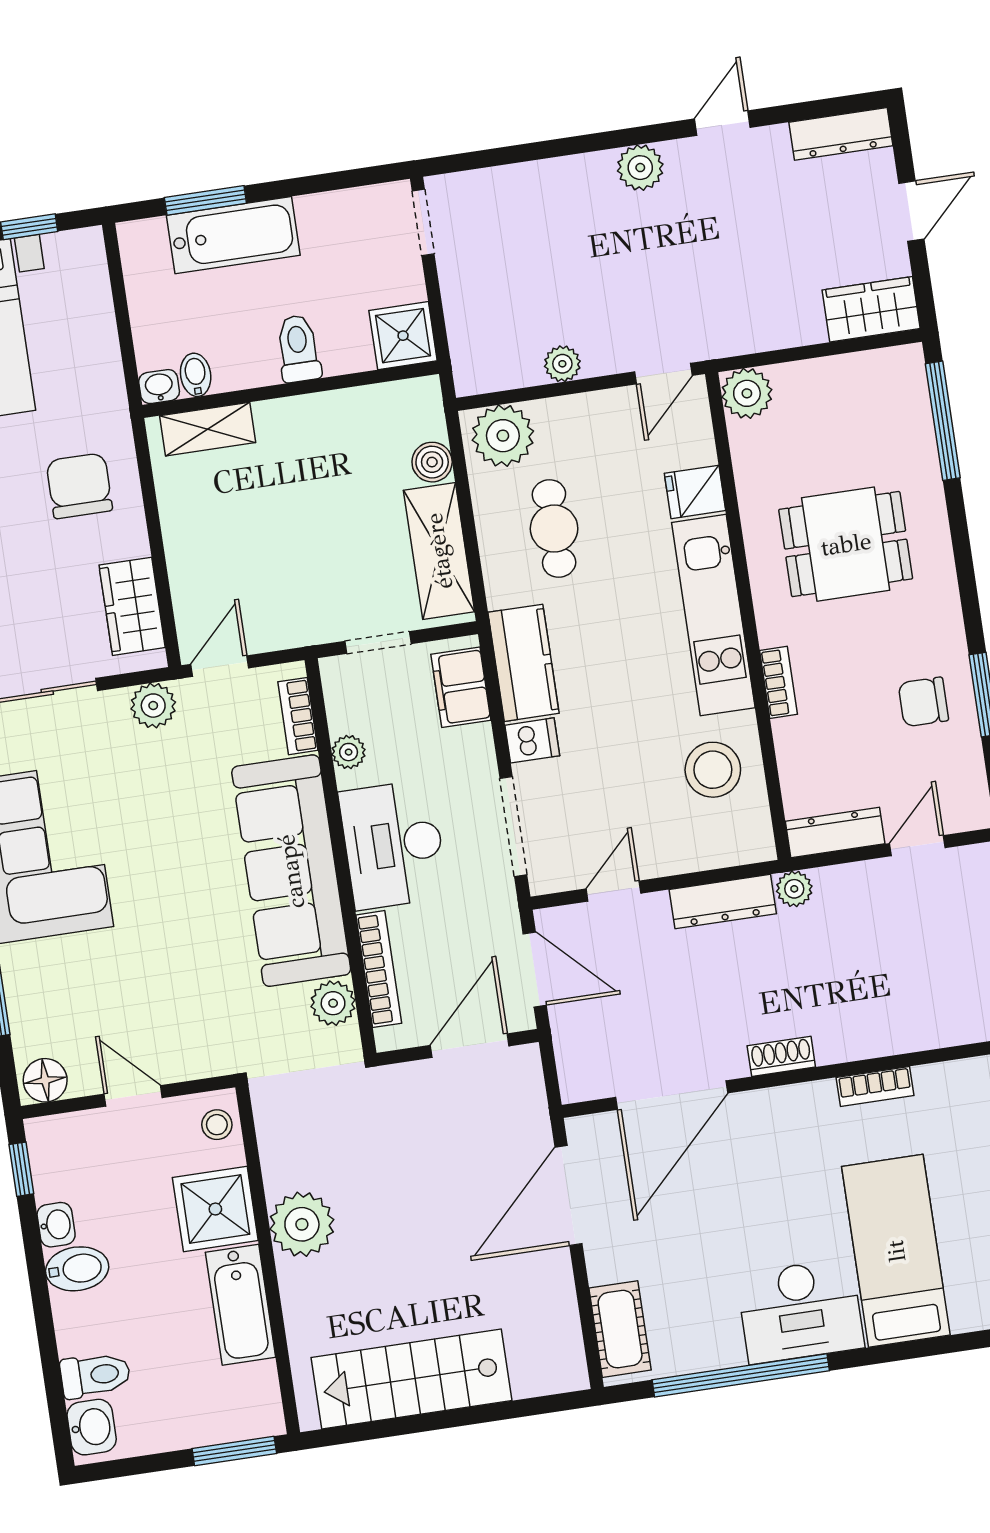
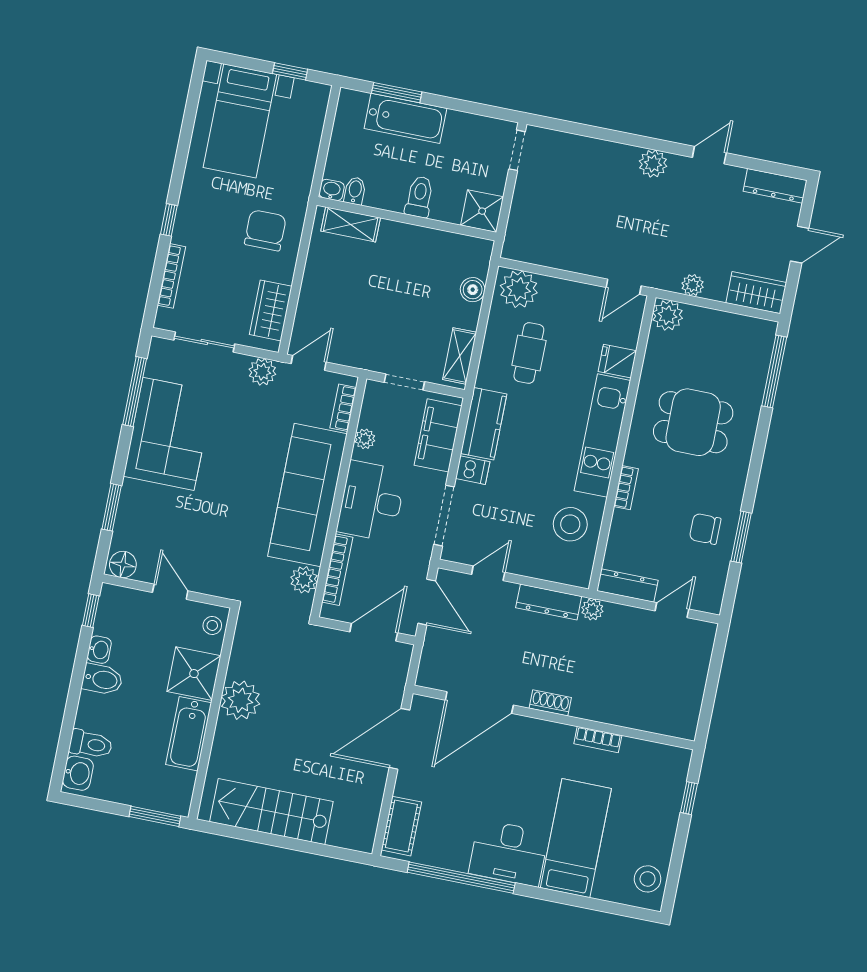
plant: (562, 364) -> (693, 285), moved
shelving: (439, 551) -> (460, 356), width x0.67, depth x0.75
filing cabinet: (461, 687) -> (438, 435), width x1.50, depth x1.17

